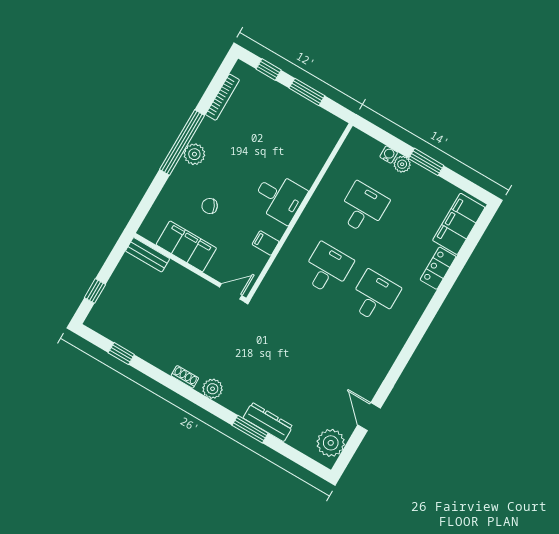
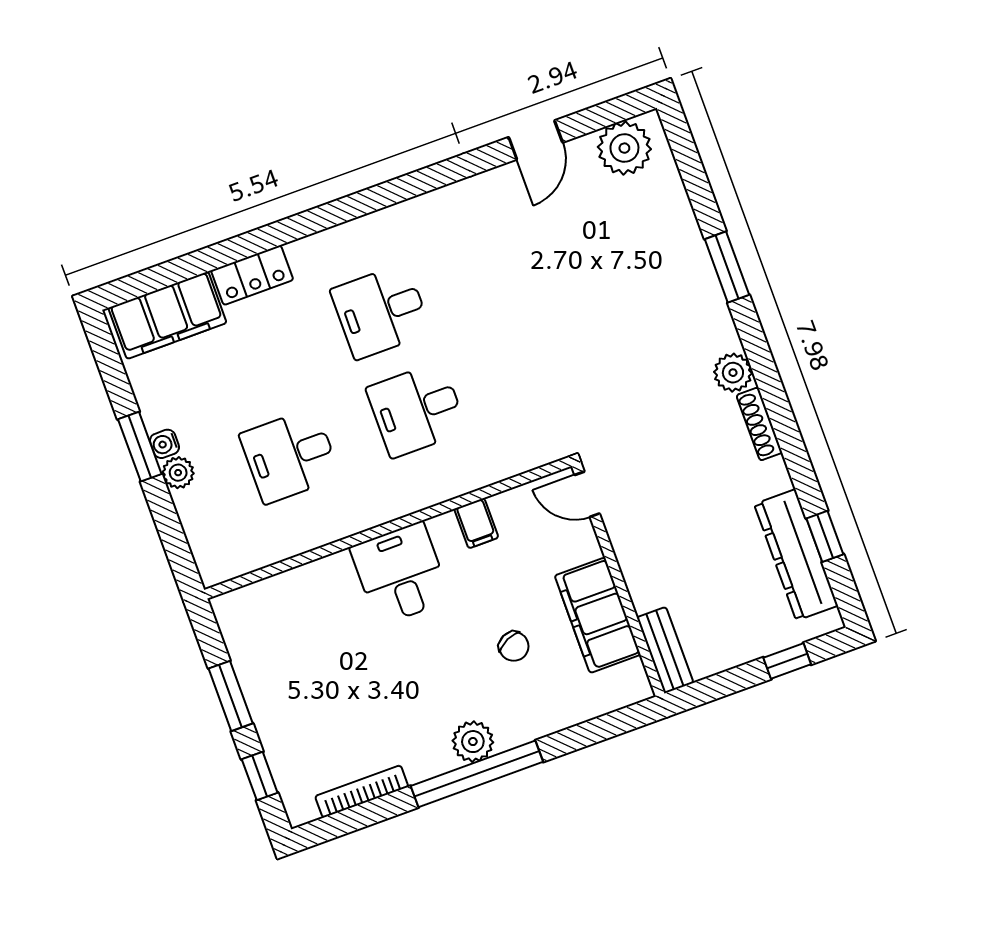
water cooler: (389, 155) -> (165, 444), moved
shoe rack: (185, 377) -> (759, 424), width x1.43
dresser: (268, 422) -> (796, 555), moved, width x1.37, depth x1.24

